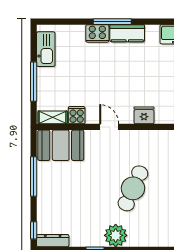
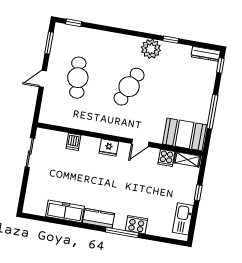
kitchen counter: (127, 33) -> (98, 218), moved
window: (34, 82) -> (198, 193), width x0.46
door: (109, 127) -> (140, 143), hinge flipped

